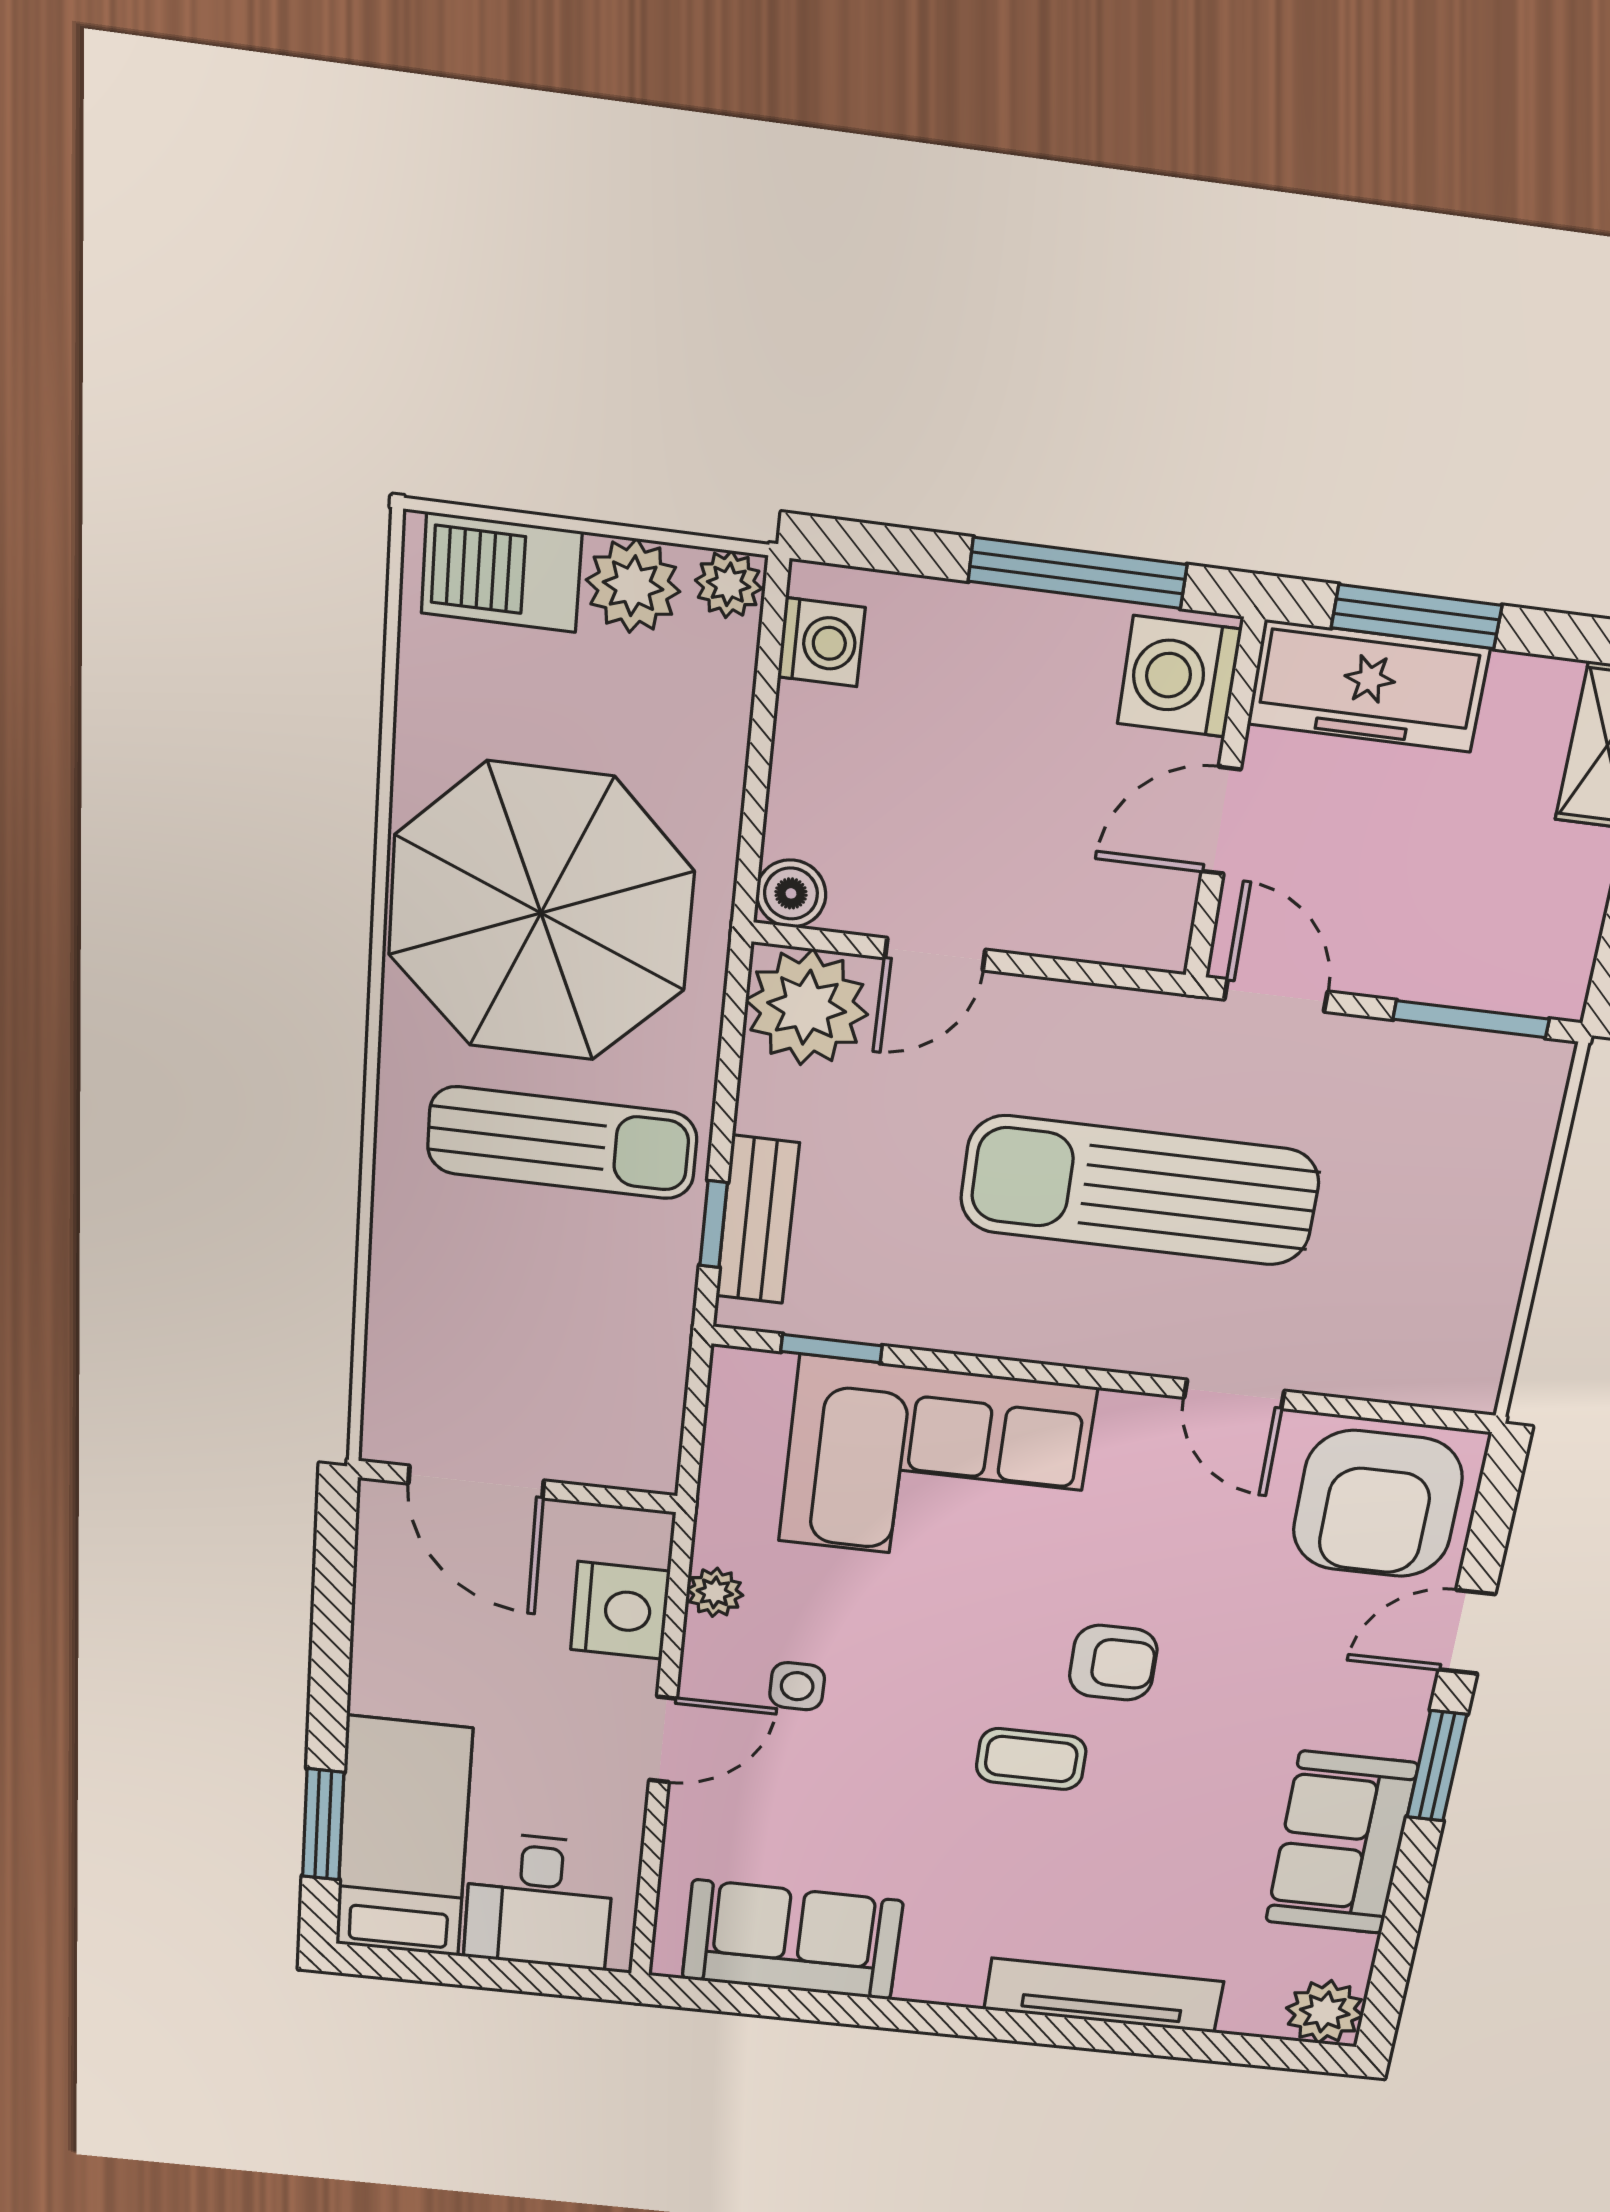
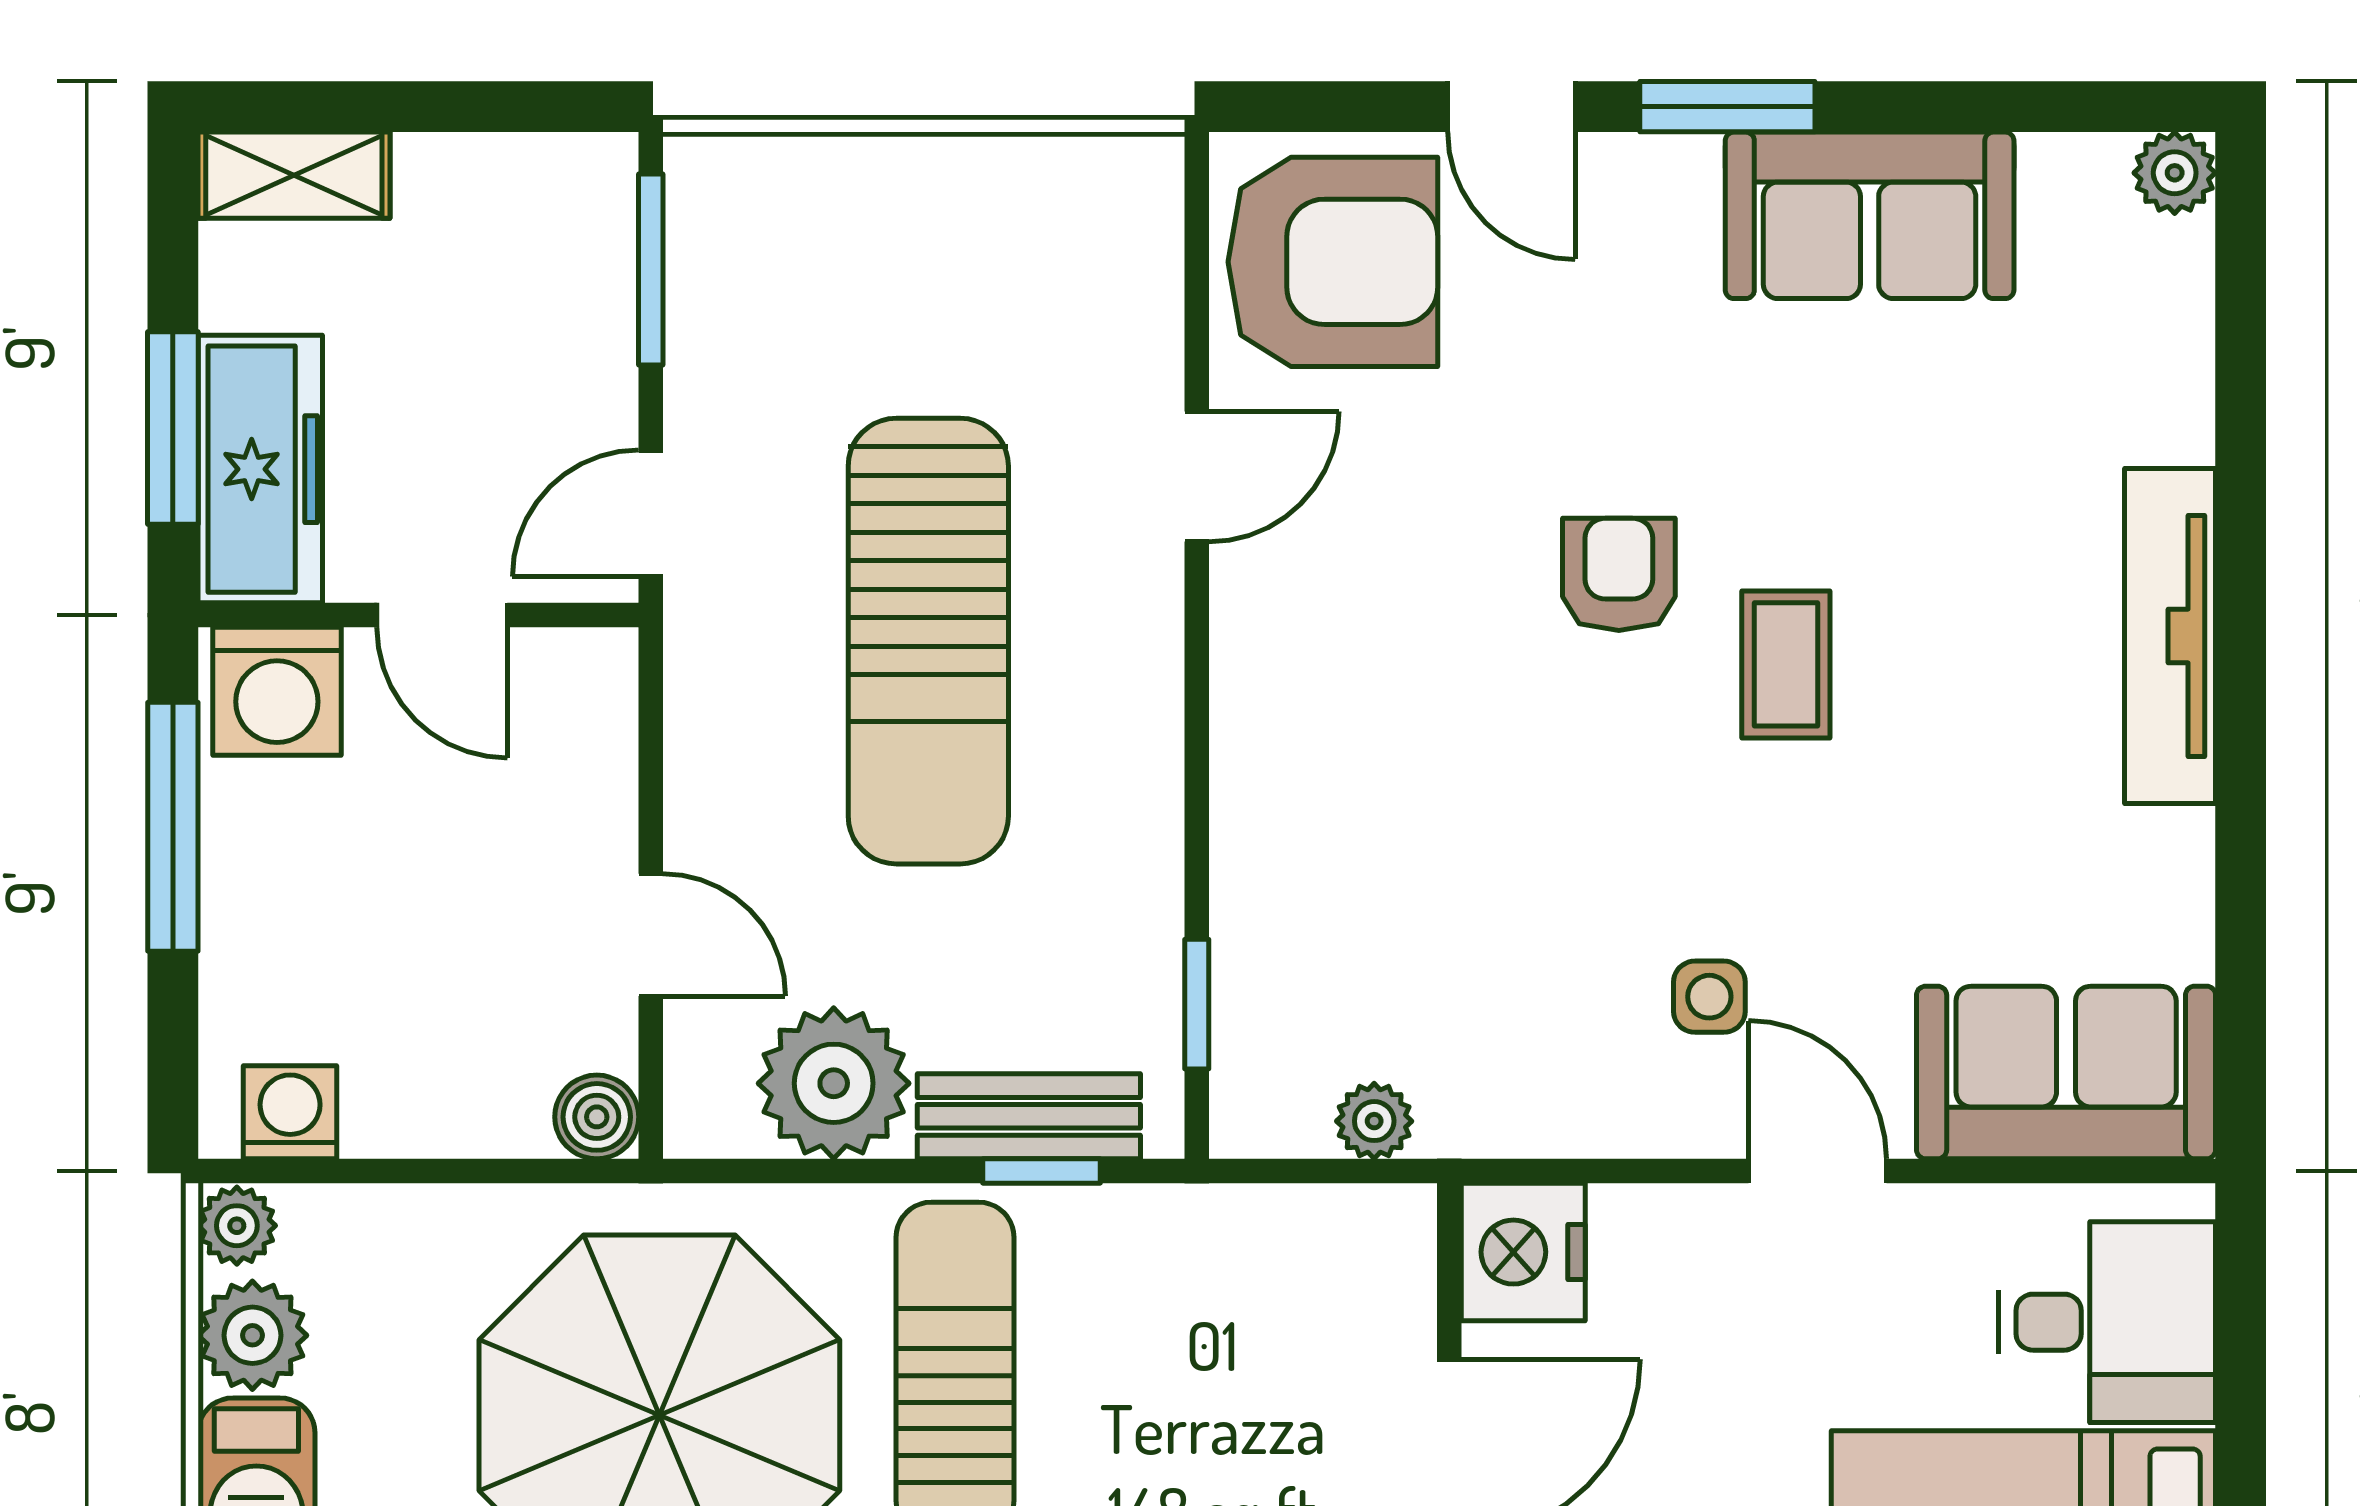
plant: (807, 1007) -> (834, 1083), moved
corner sofa: (936, 1465) -> (1348, 849), removed
plant: (715, 1592) -> (1374, 1121), moved
nightstand: (620, 1610) -> (1523, 1252), moved, turned -90
sofa: (792, 1940) -> (2066, 1072), moved, turned 90
tv unit: (1104, 1995) -> (2170, 636), moved
plant: (1325, 2012) -> (2175, 173), width x0.73, depth x0.73

